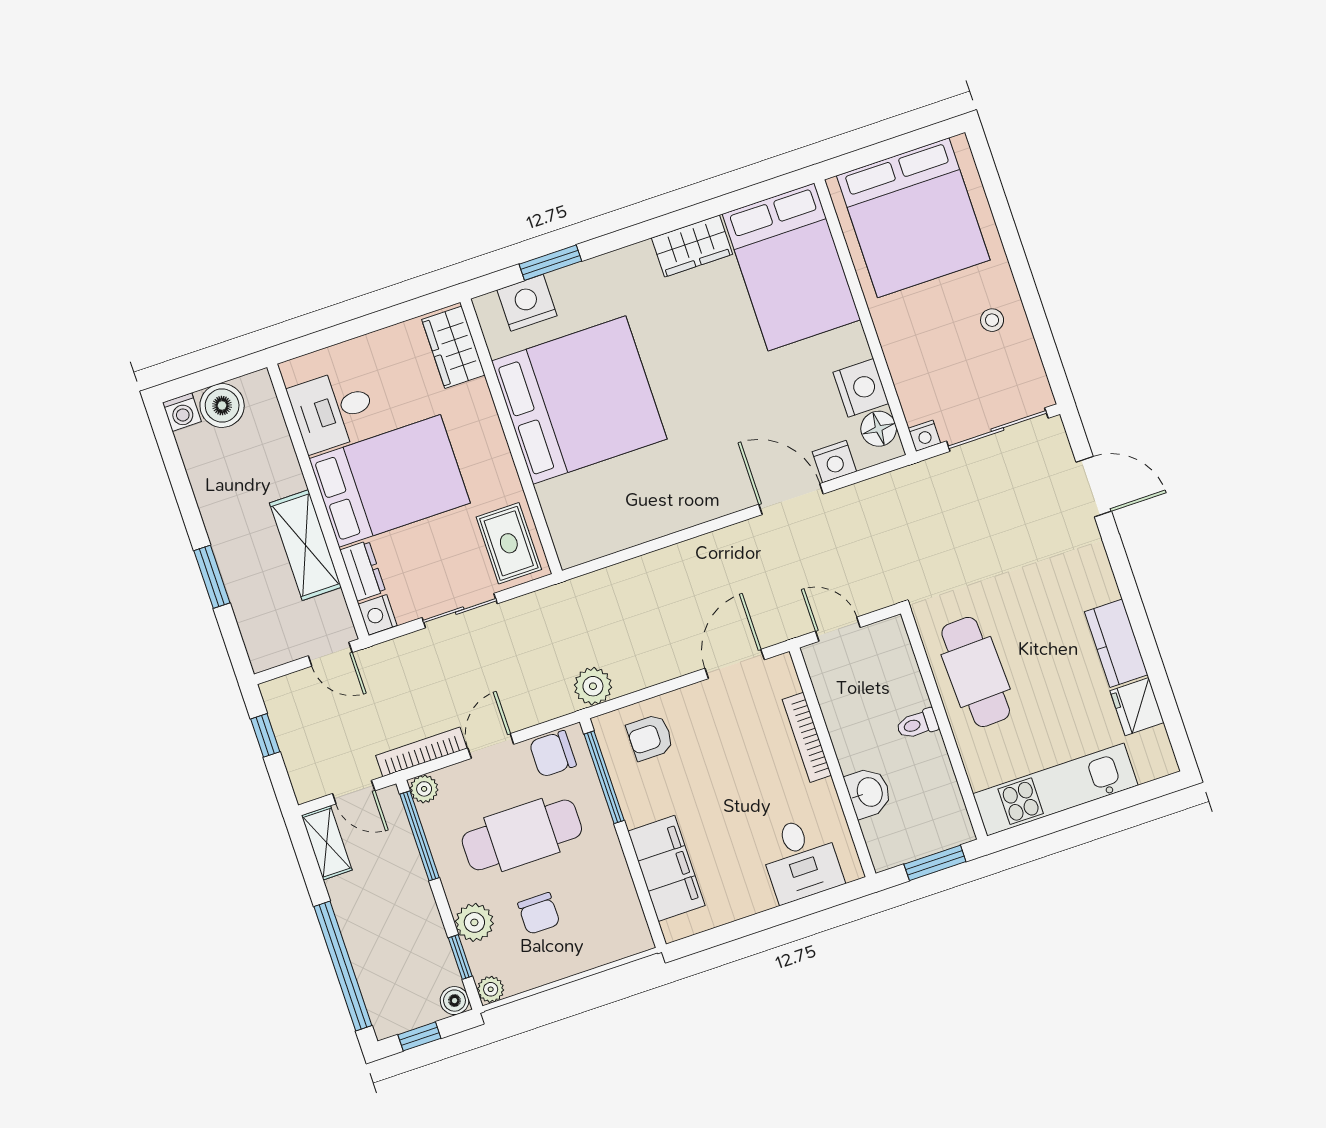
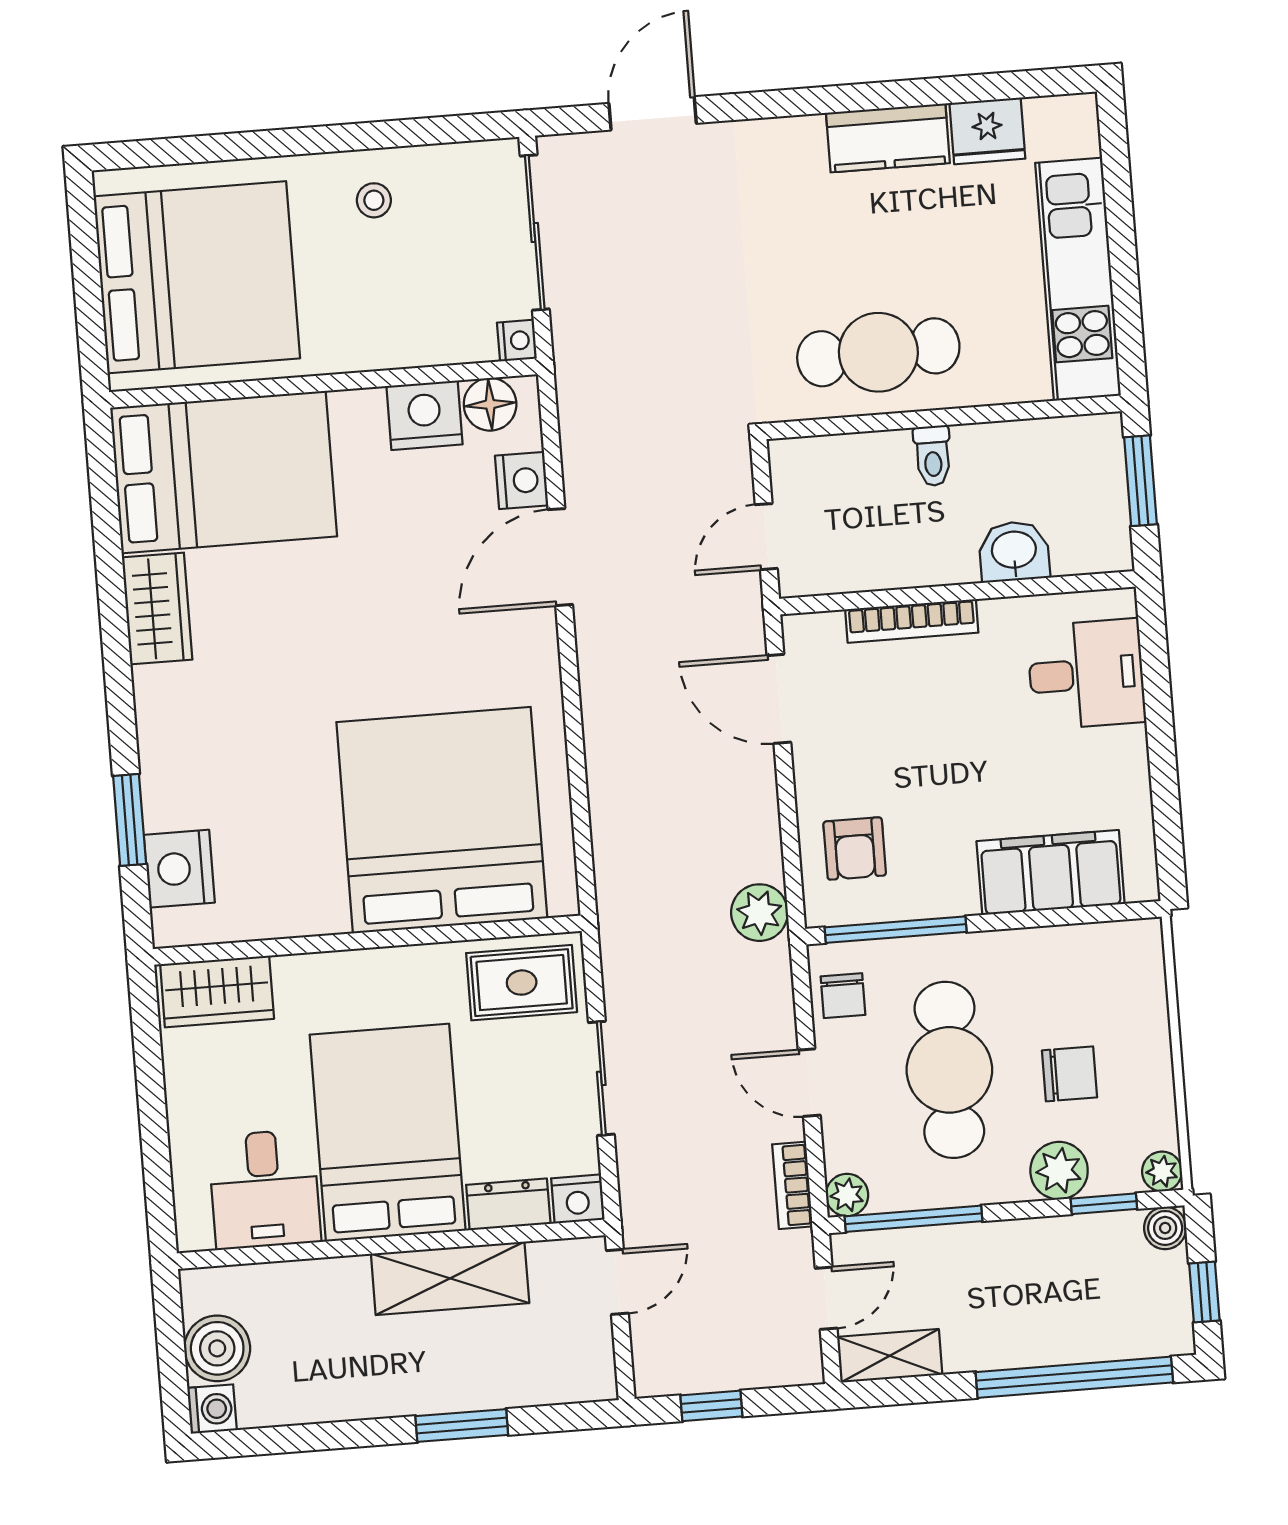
bed: (579, 400) -> (442, 820), moved
bookcase: (421, 752) -> (792, 1185), width x0.64
chair: (553, 754) -> (843, 996), width x0.73, depth x0.73

